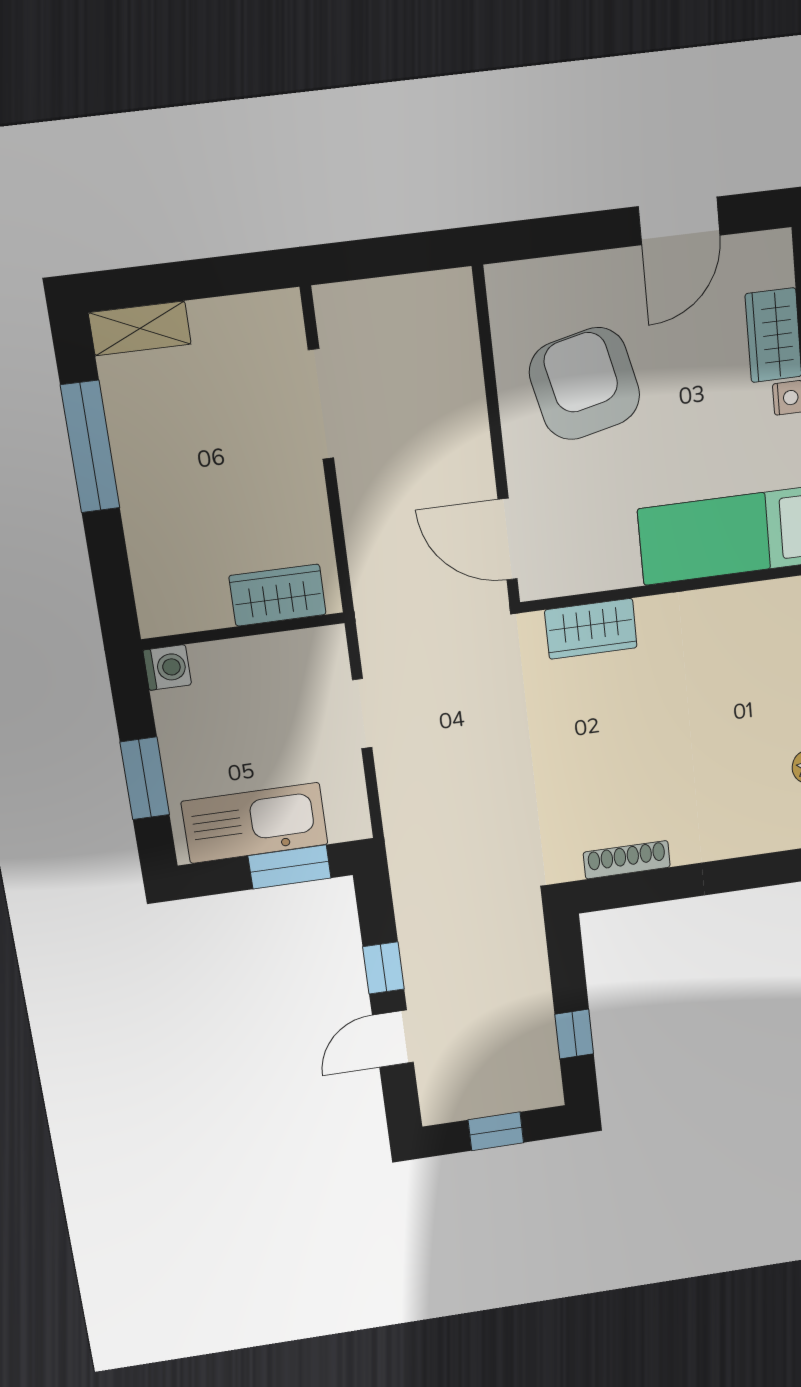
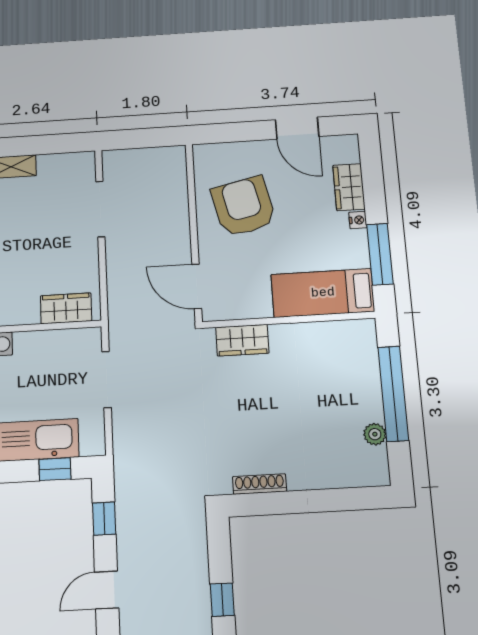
door: (679, 221) -> (297, 128), hinge flipped
doorway: (362, 714) -> (107, 379), width x1.38
window: (290, 867) -> (55, 469), width x0.67
window: (383, 968) -> (104, 519), moved

